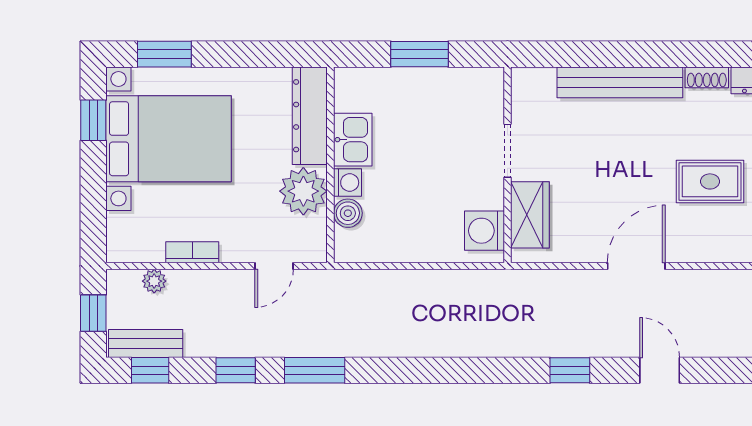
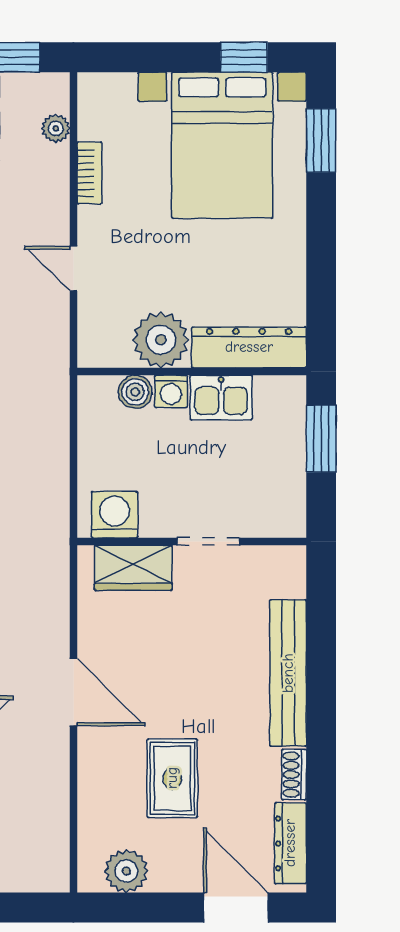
dresser: (310, 116) -> (249, 347), moved
kitchen sink: (353, 140) -> (221, 398), moved
wall: (330, 165) -> (192, 371), moved
washing machine: (347, 183) -> (171, 391), moved
plant: (303, 191) -> (161, 340), moved
boiler: (348, 213) -> (135, 392), moved

